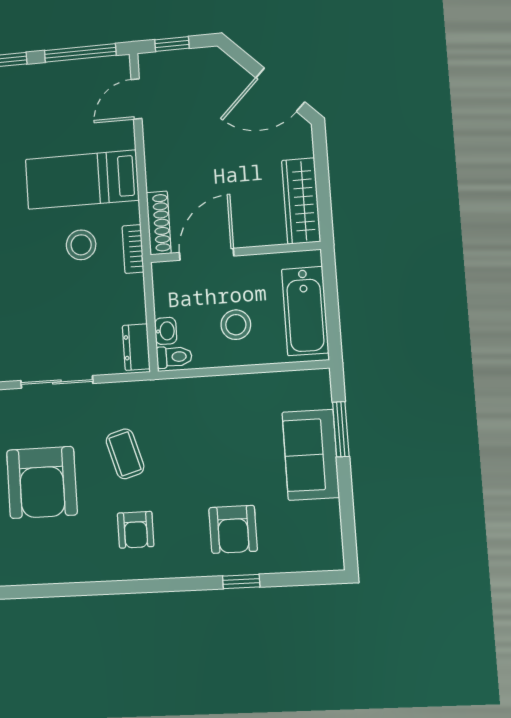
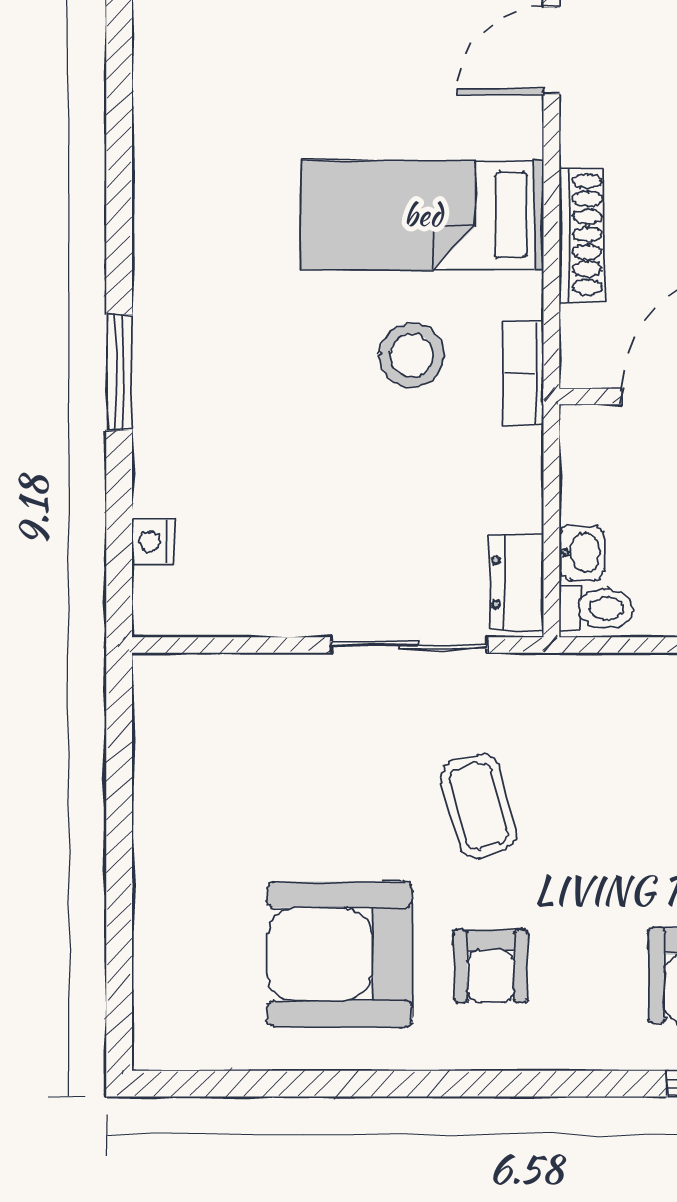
shoe rack: (159, 223) -> (582, 234), moved
sliding door: (57, 382) -> (409, 645), moved
armchair: (42, 482) -> (340, 954), moved, turned 90

